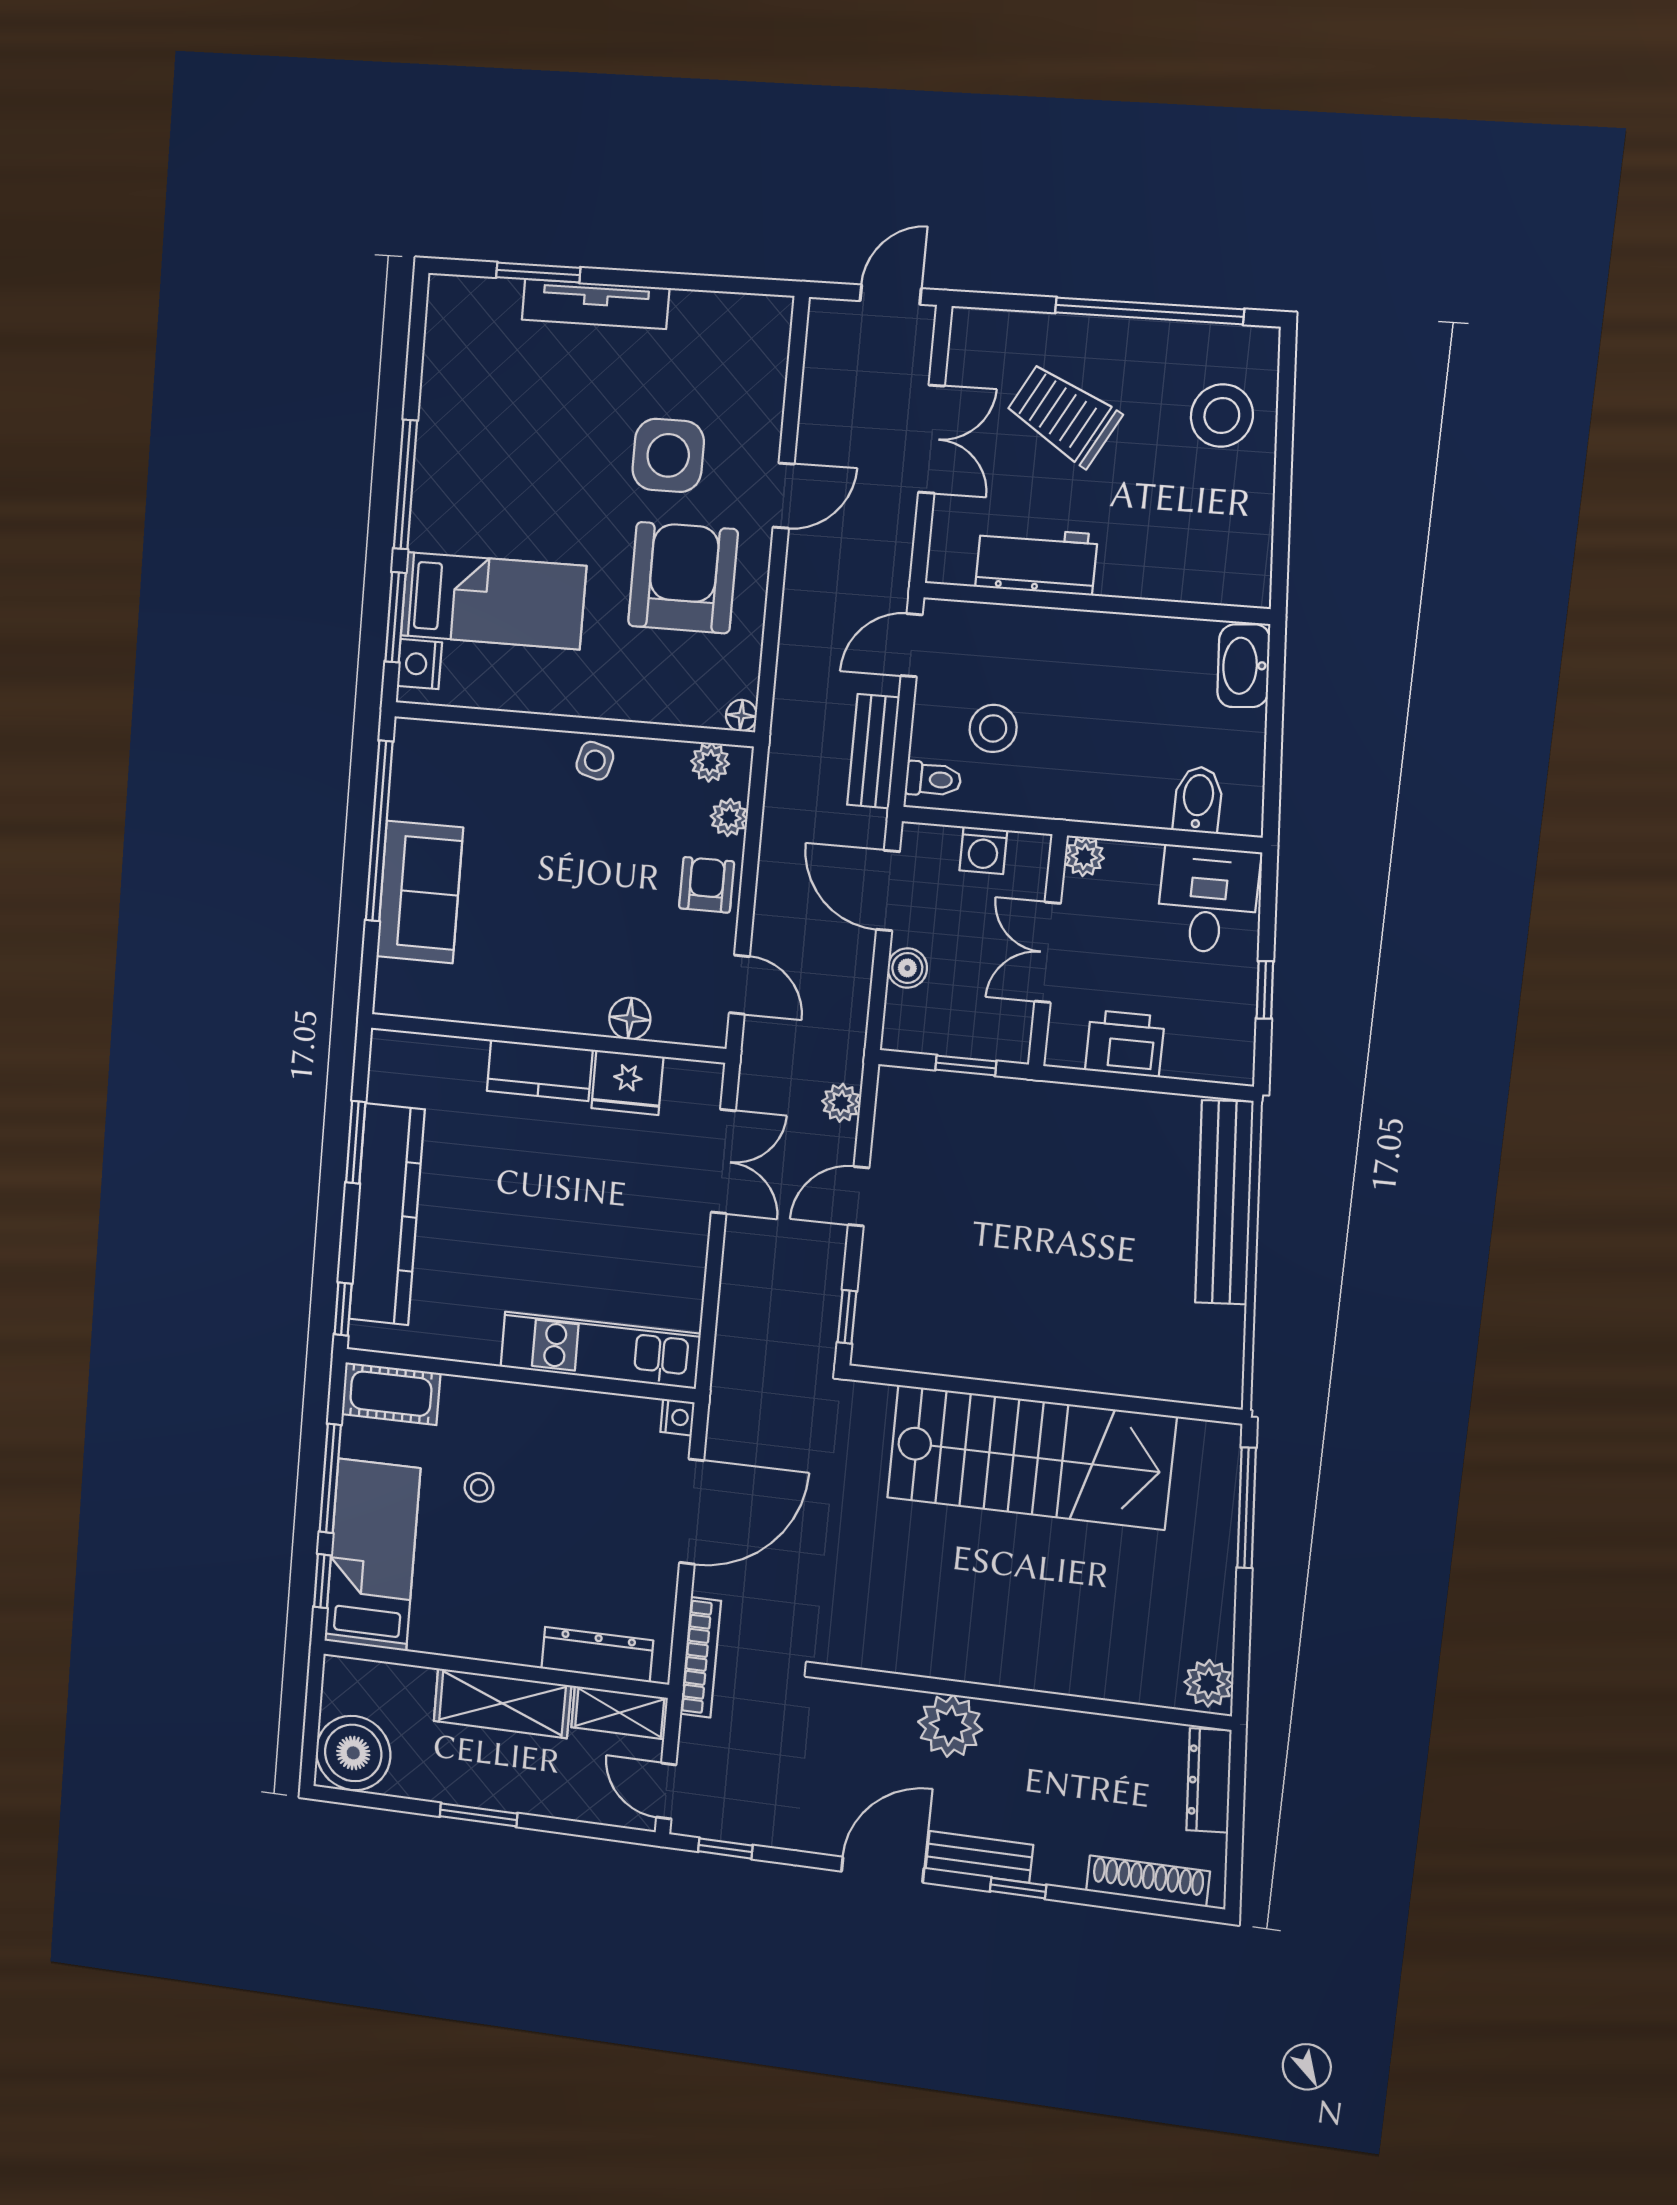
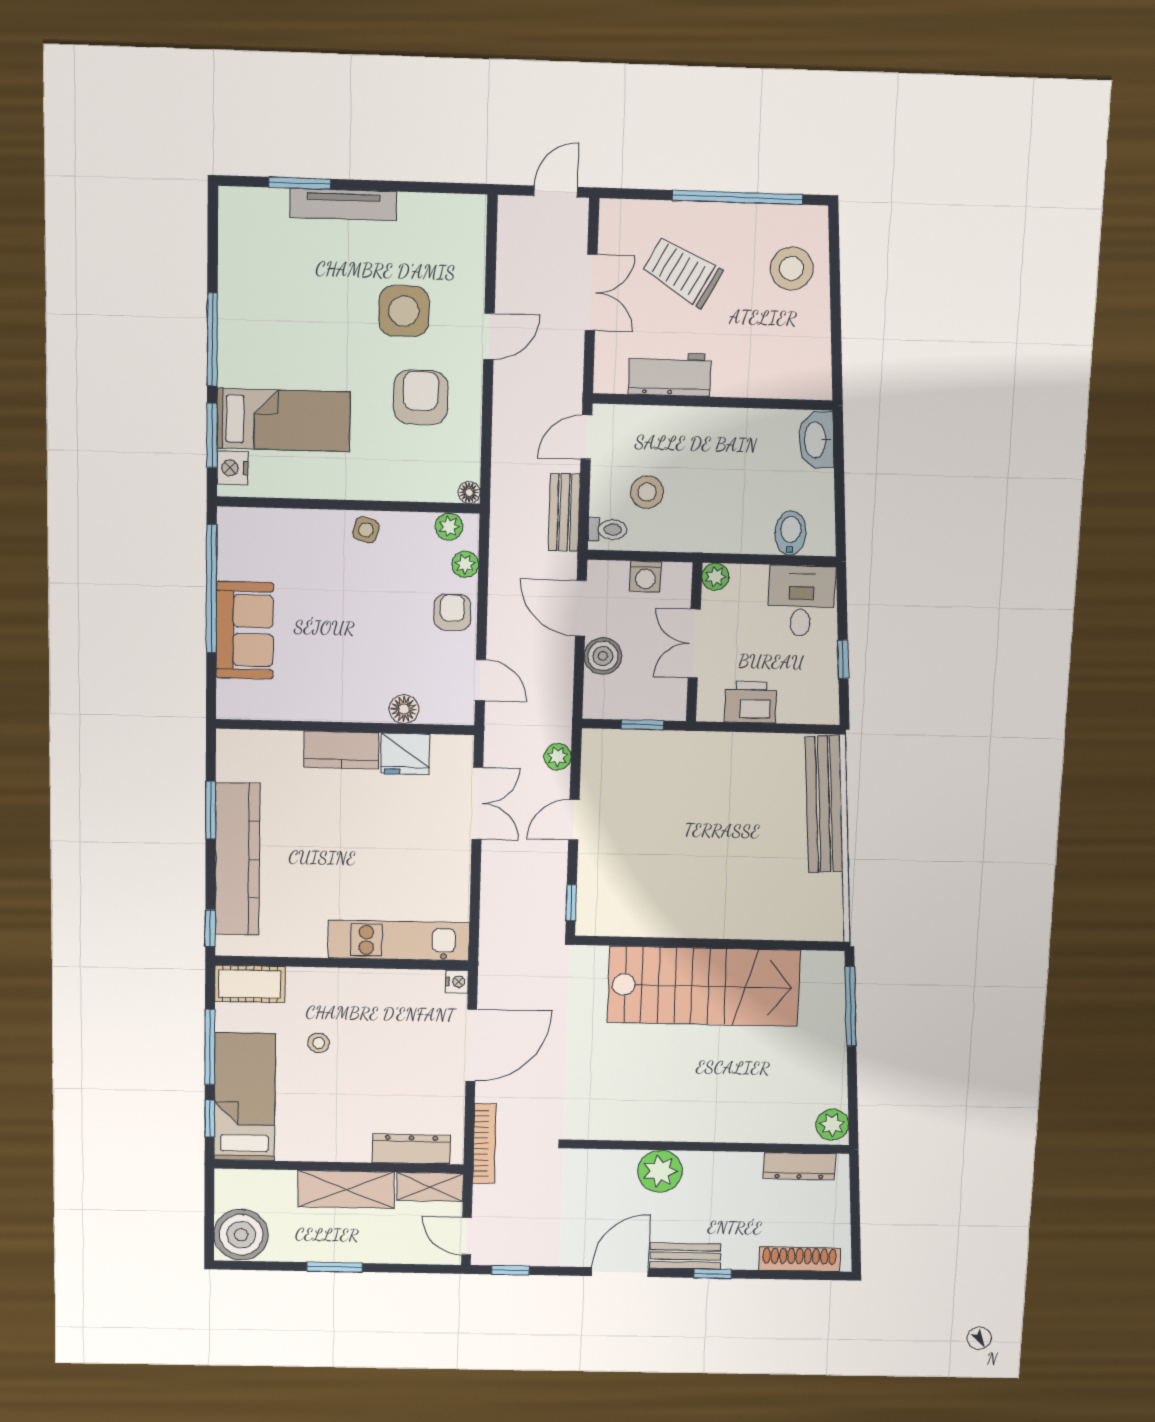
armchair: (683, 578) -> (421, 397), width x0.73, depth x0.73
boiler: (907, 968) -> (603, 656), width x1.36, depth x1.36
dresser: (1209, 1780) -> (799, 1166), moved, turned -86

